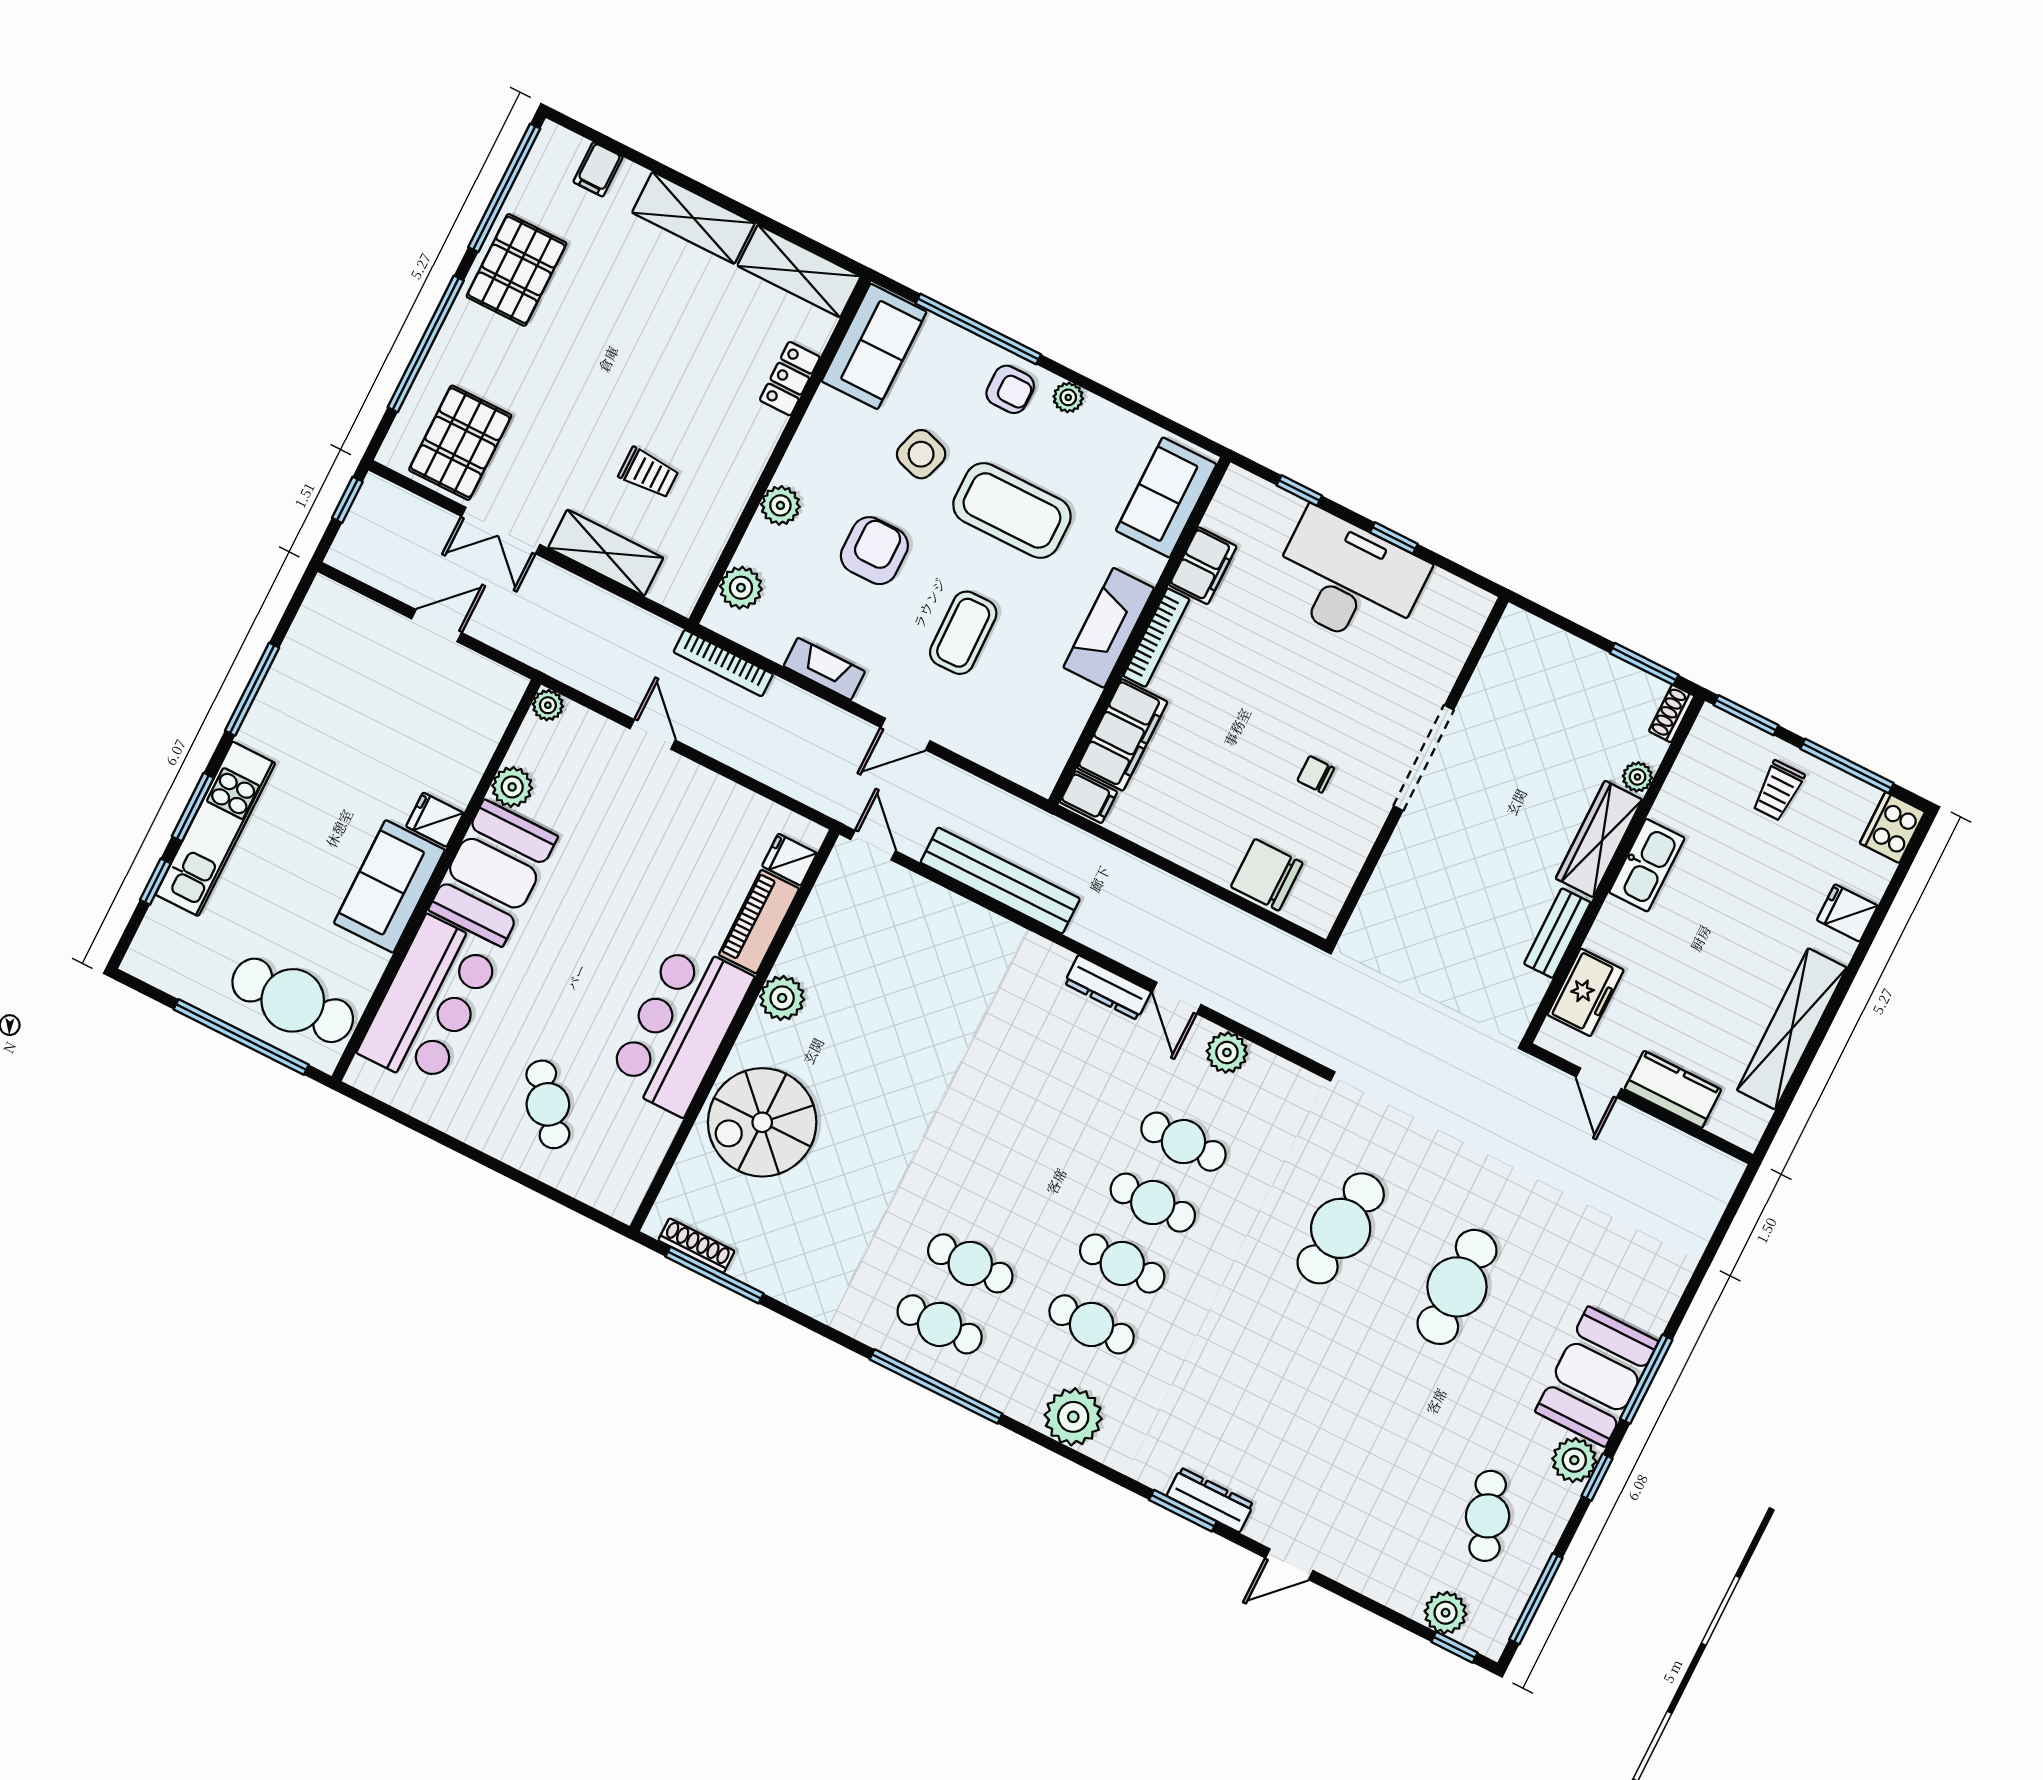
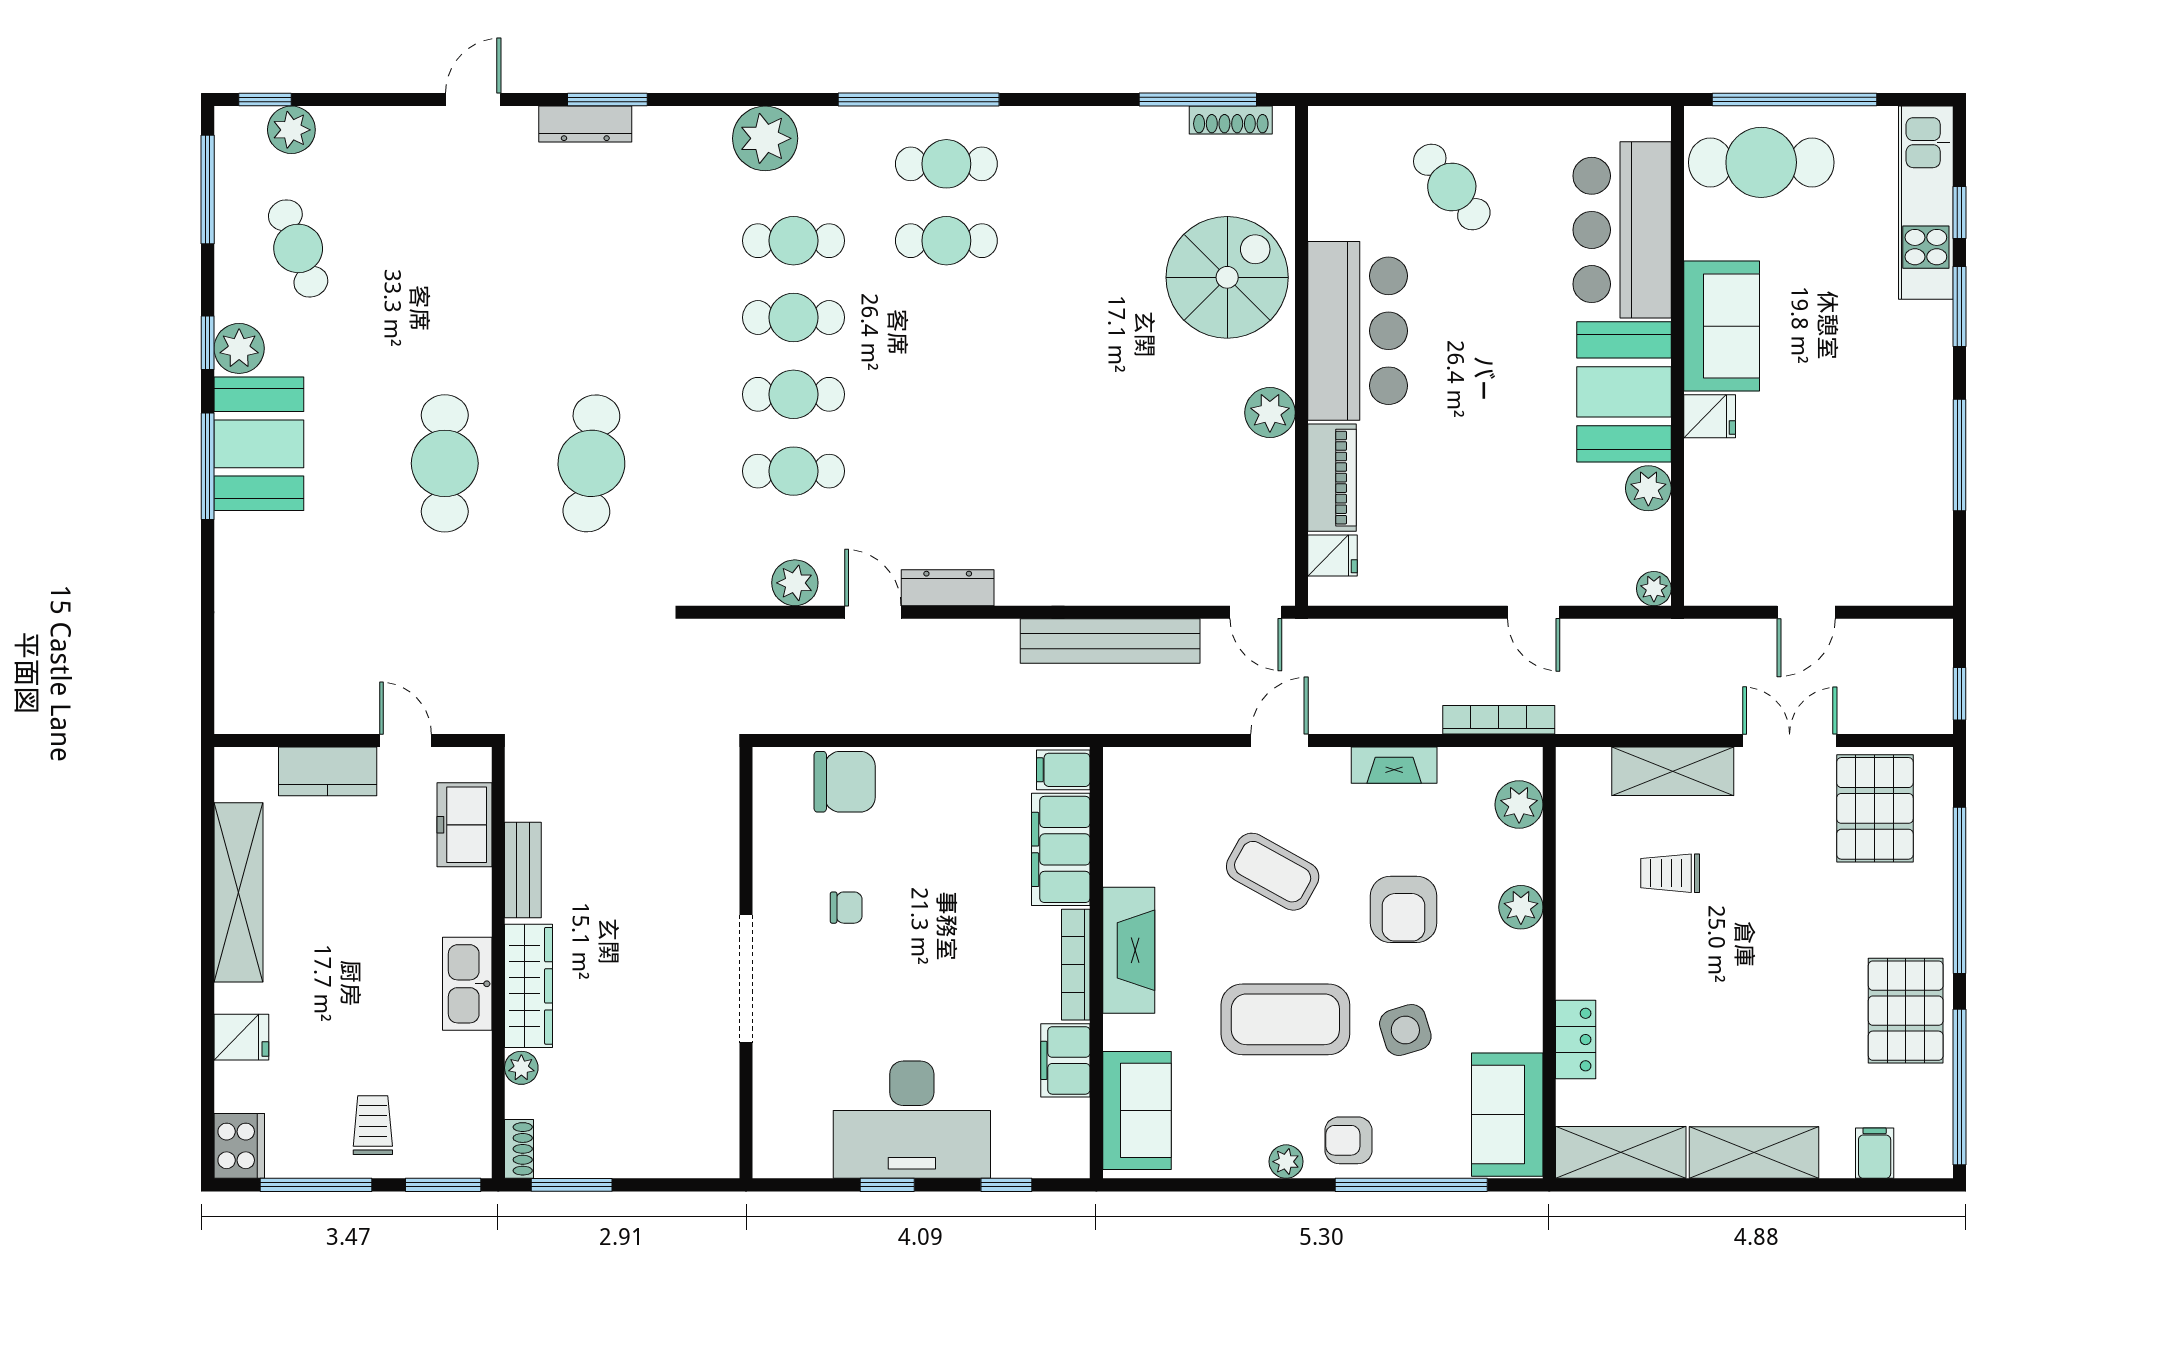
side table: (921, 454) -> (1405, 1030), turned -35
coffee table: (963, 633) -> (1273, 872), turned -60
kitchen unit: (215, 829) -> (1926, 203), moved

